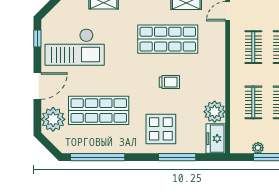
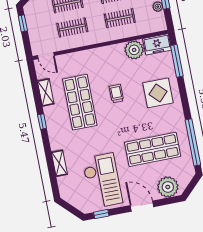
shop shelf: (99, 110) -> (153, 149), turned 90
window: (177, 157) -> (177, 61), moved

